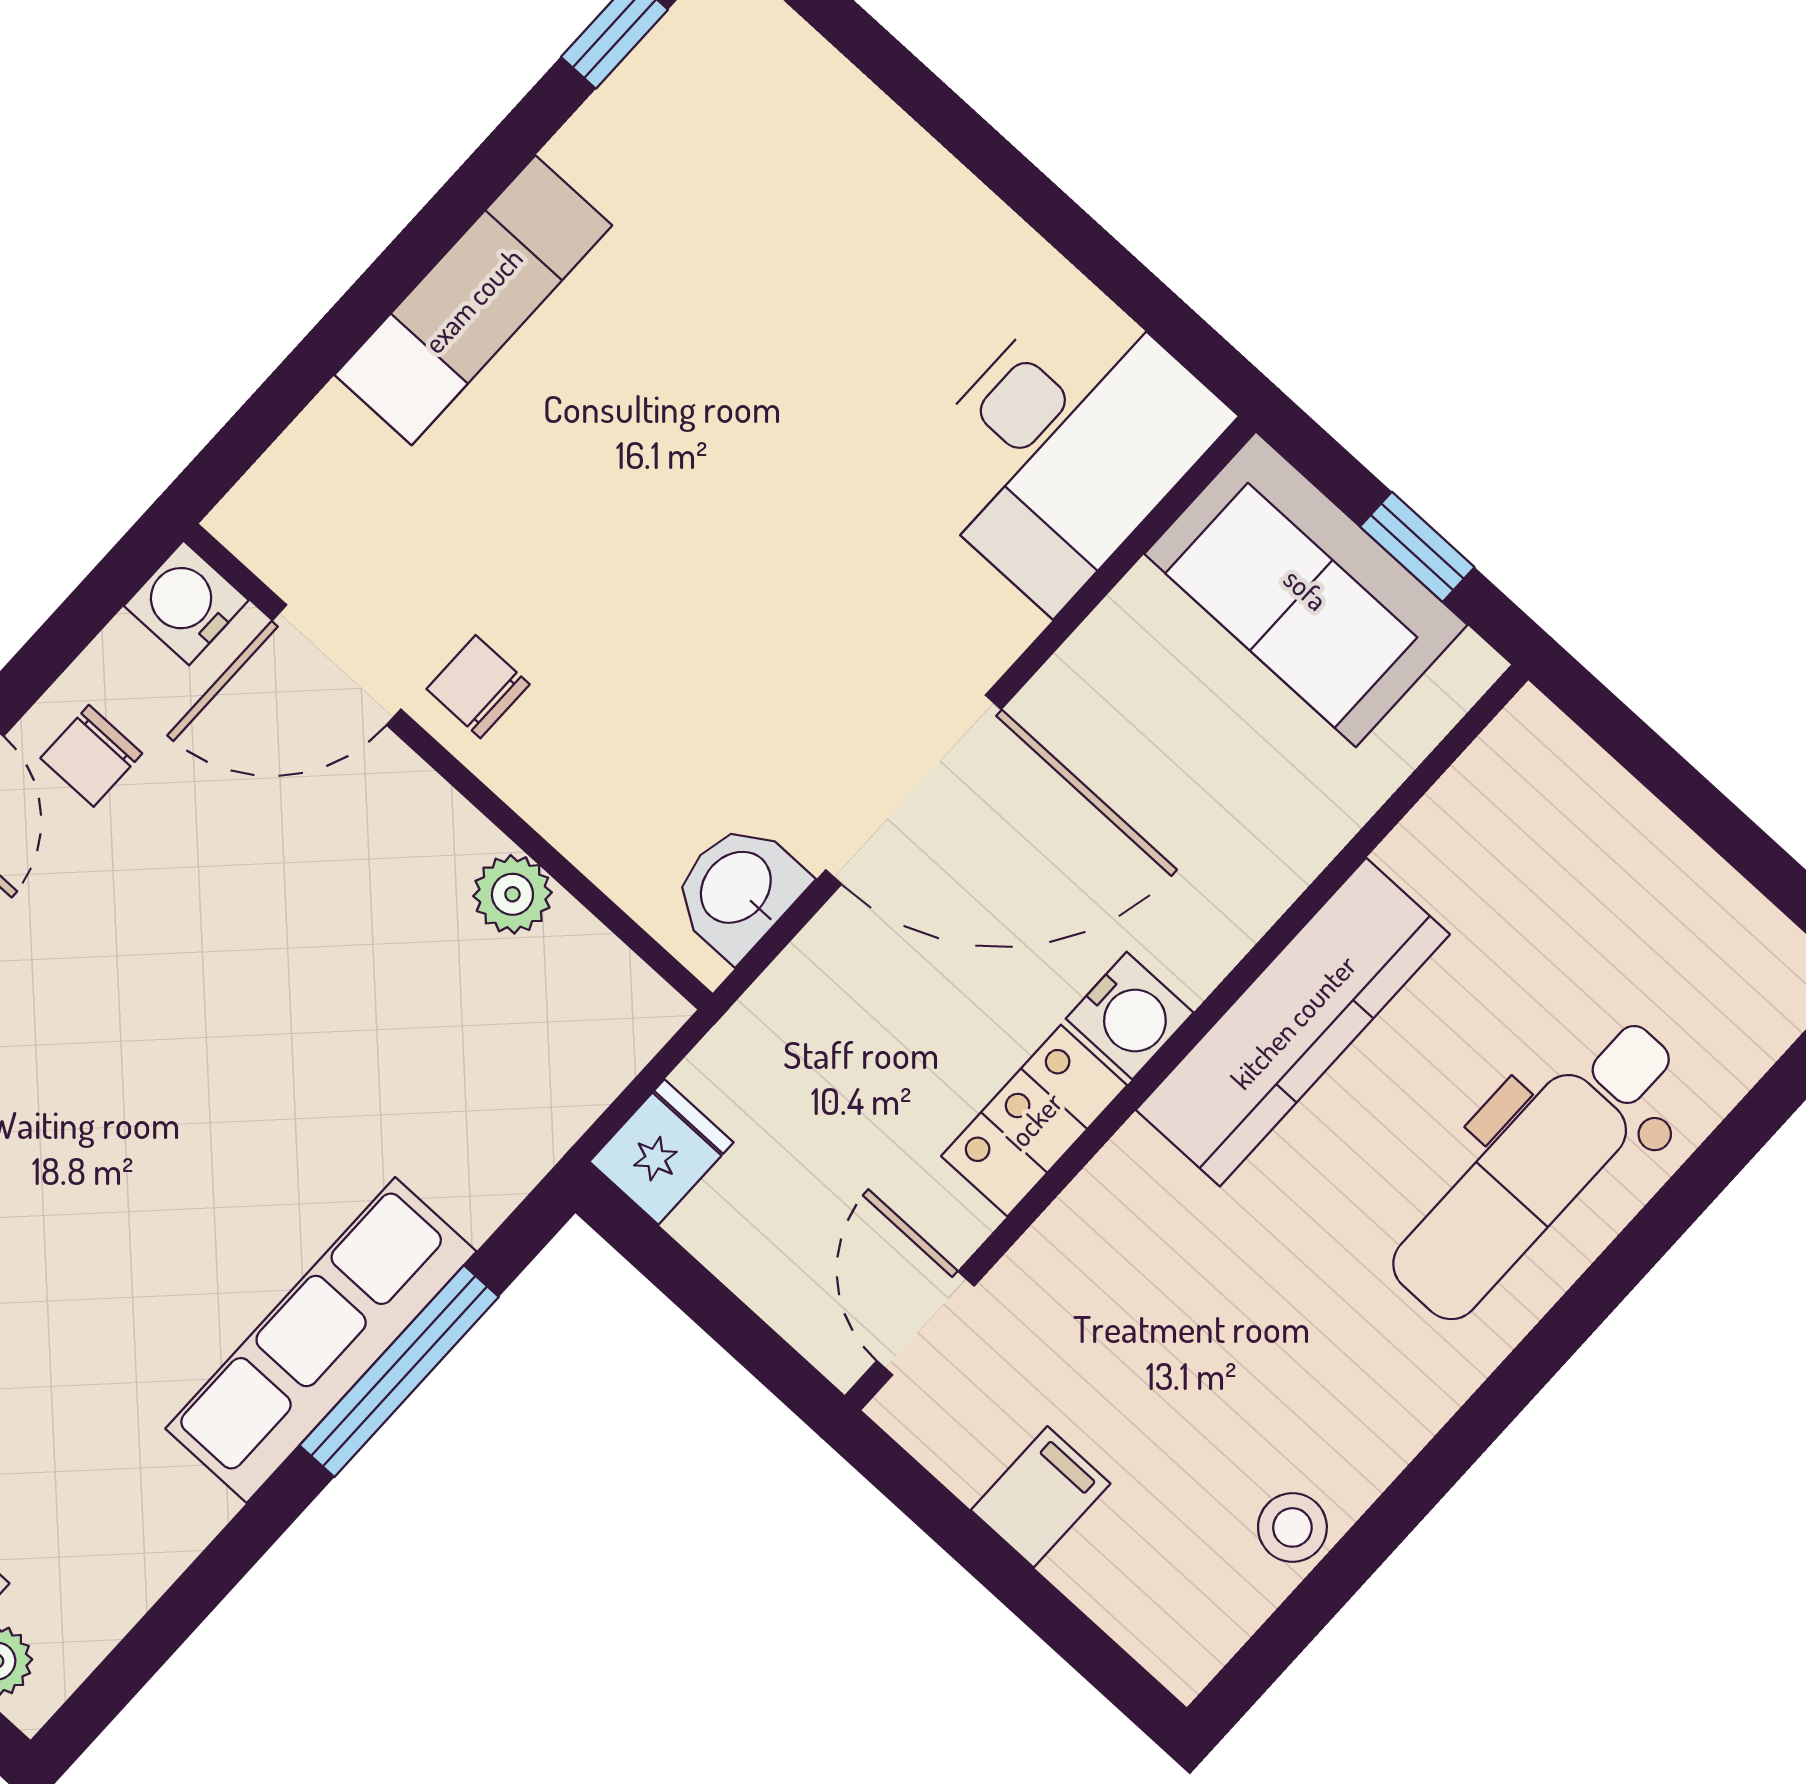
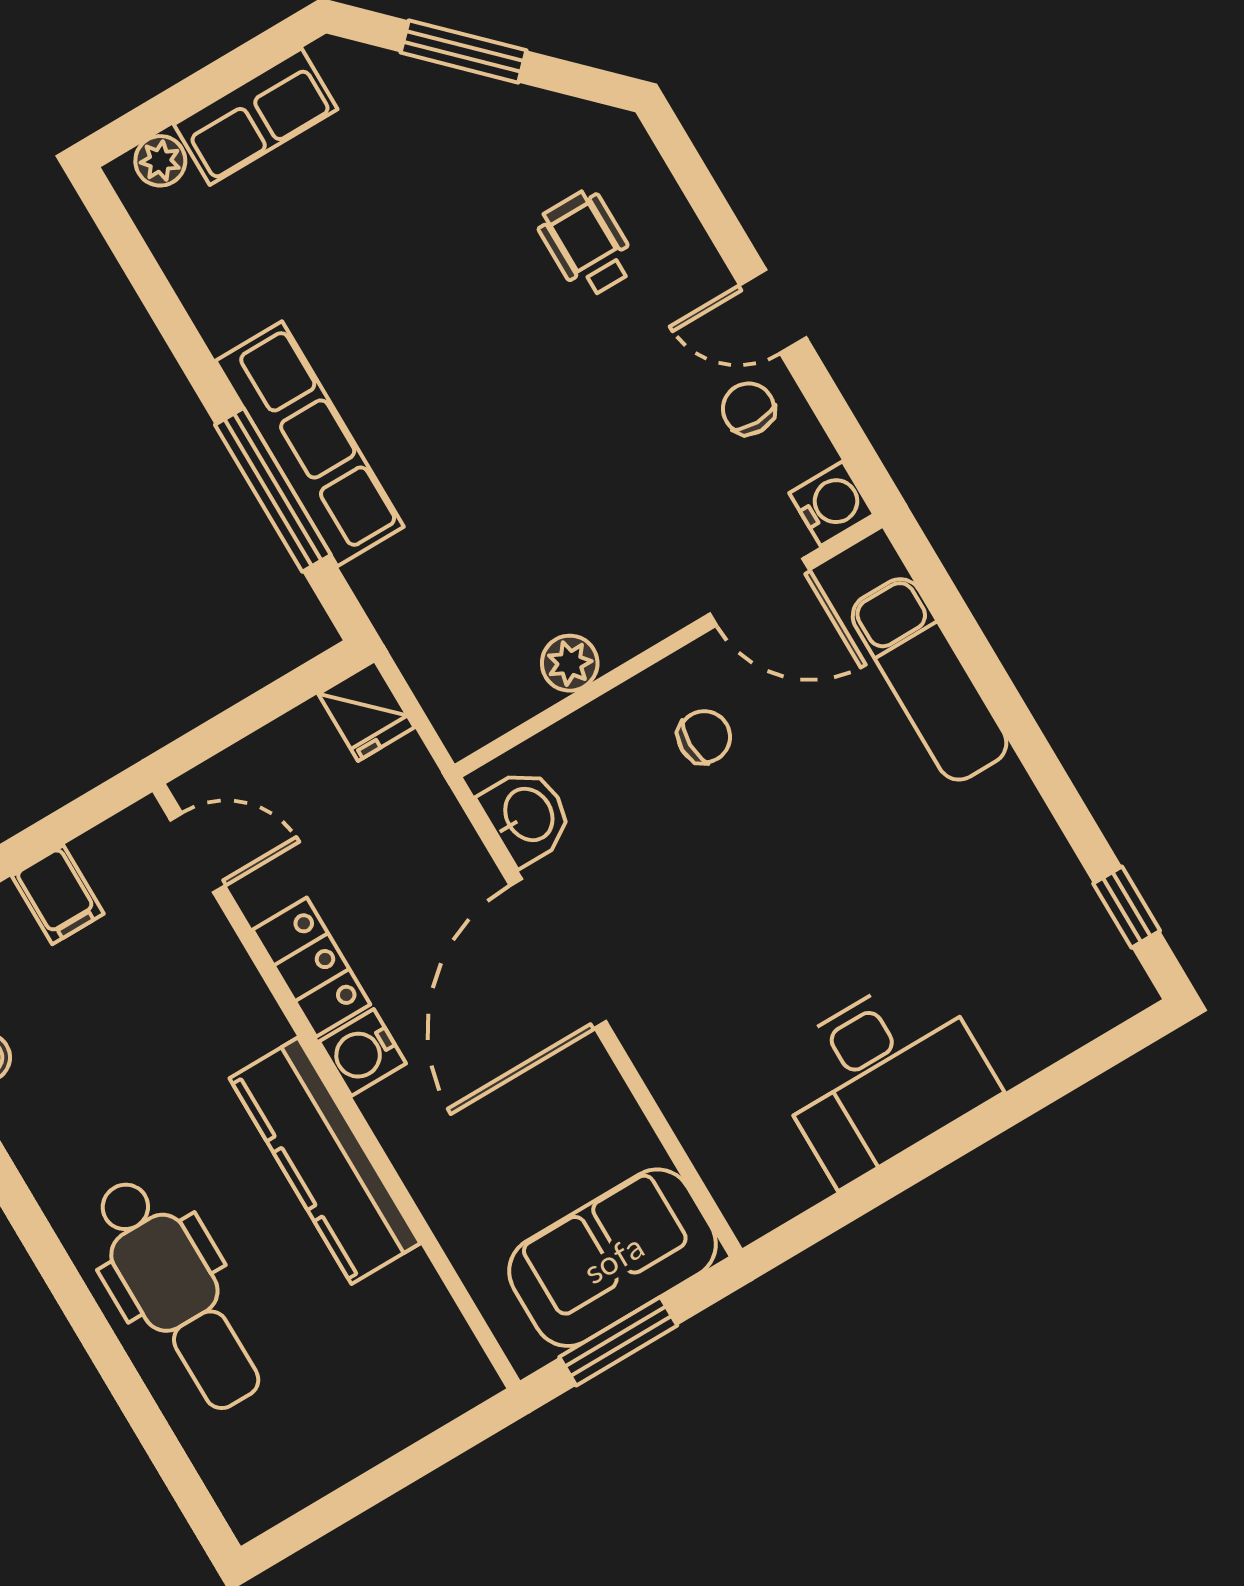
exam couch: (473, 300) -> (930, 679), moved
desk: (1066, 445) -> (883, 1077), moved, turned -90
window: (1417, 547) -> (618, 1341), width x1.50
door: (337, 665) -> (759, 592), swing flipped
chair: (478, 687) -> (704, 737), moved
dental chair: (1536, 1168) -> (177, 1294), turned 180

